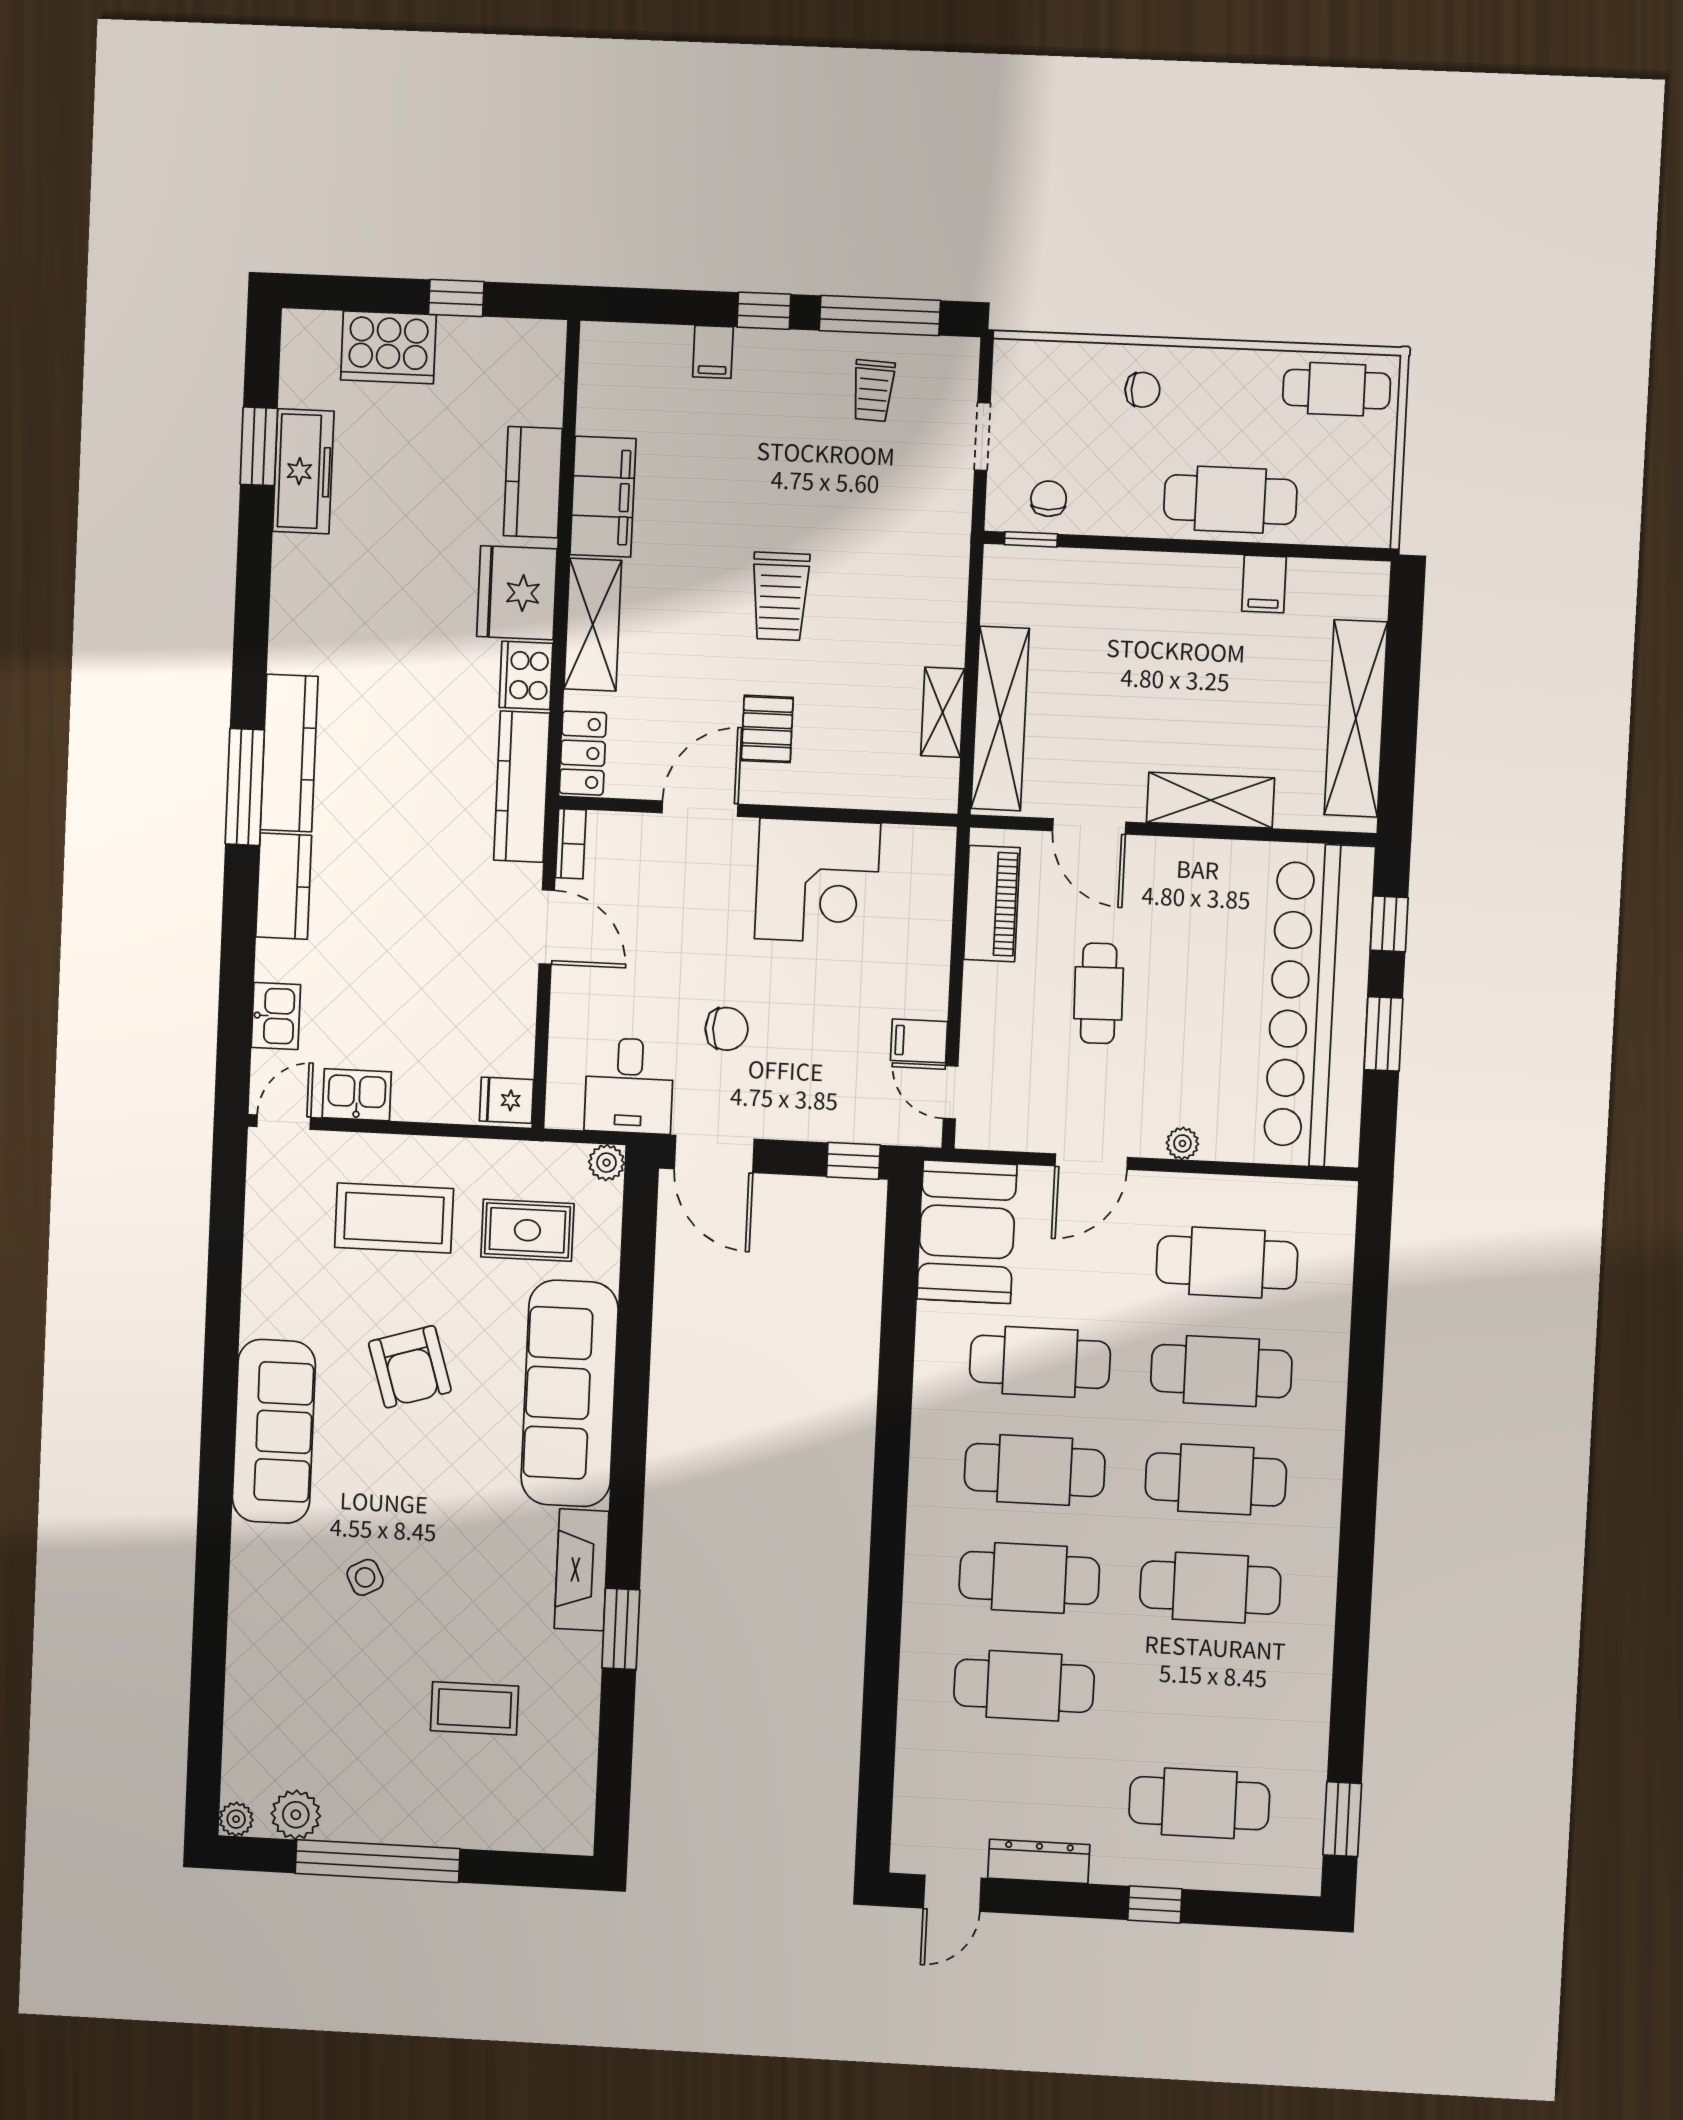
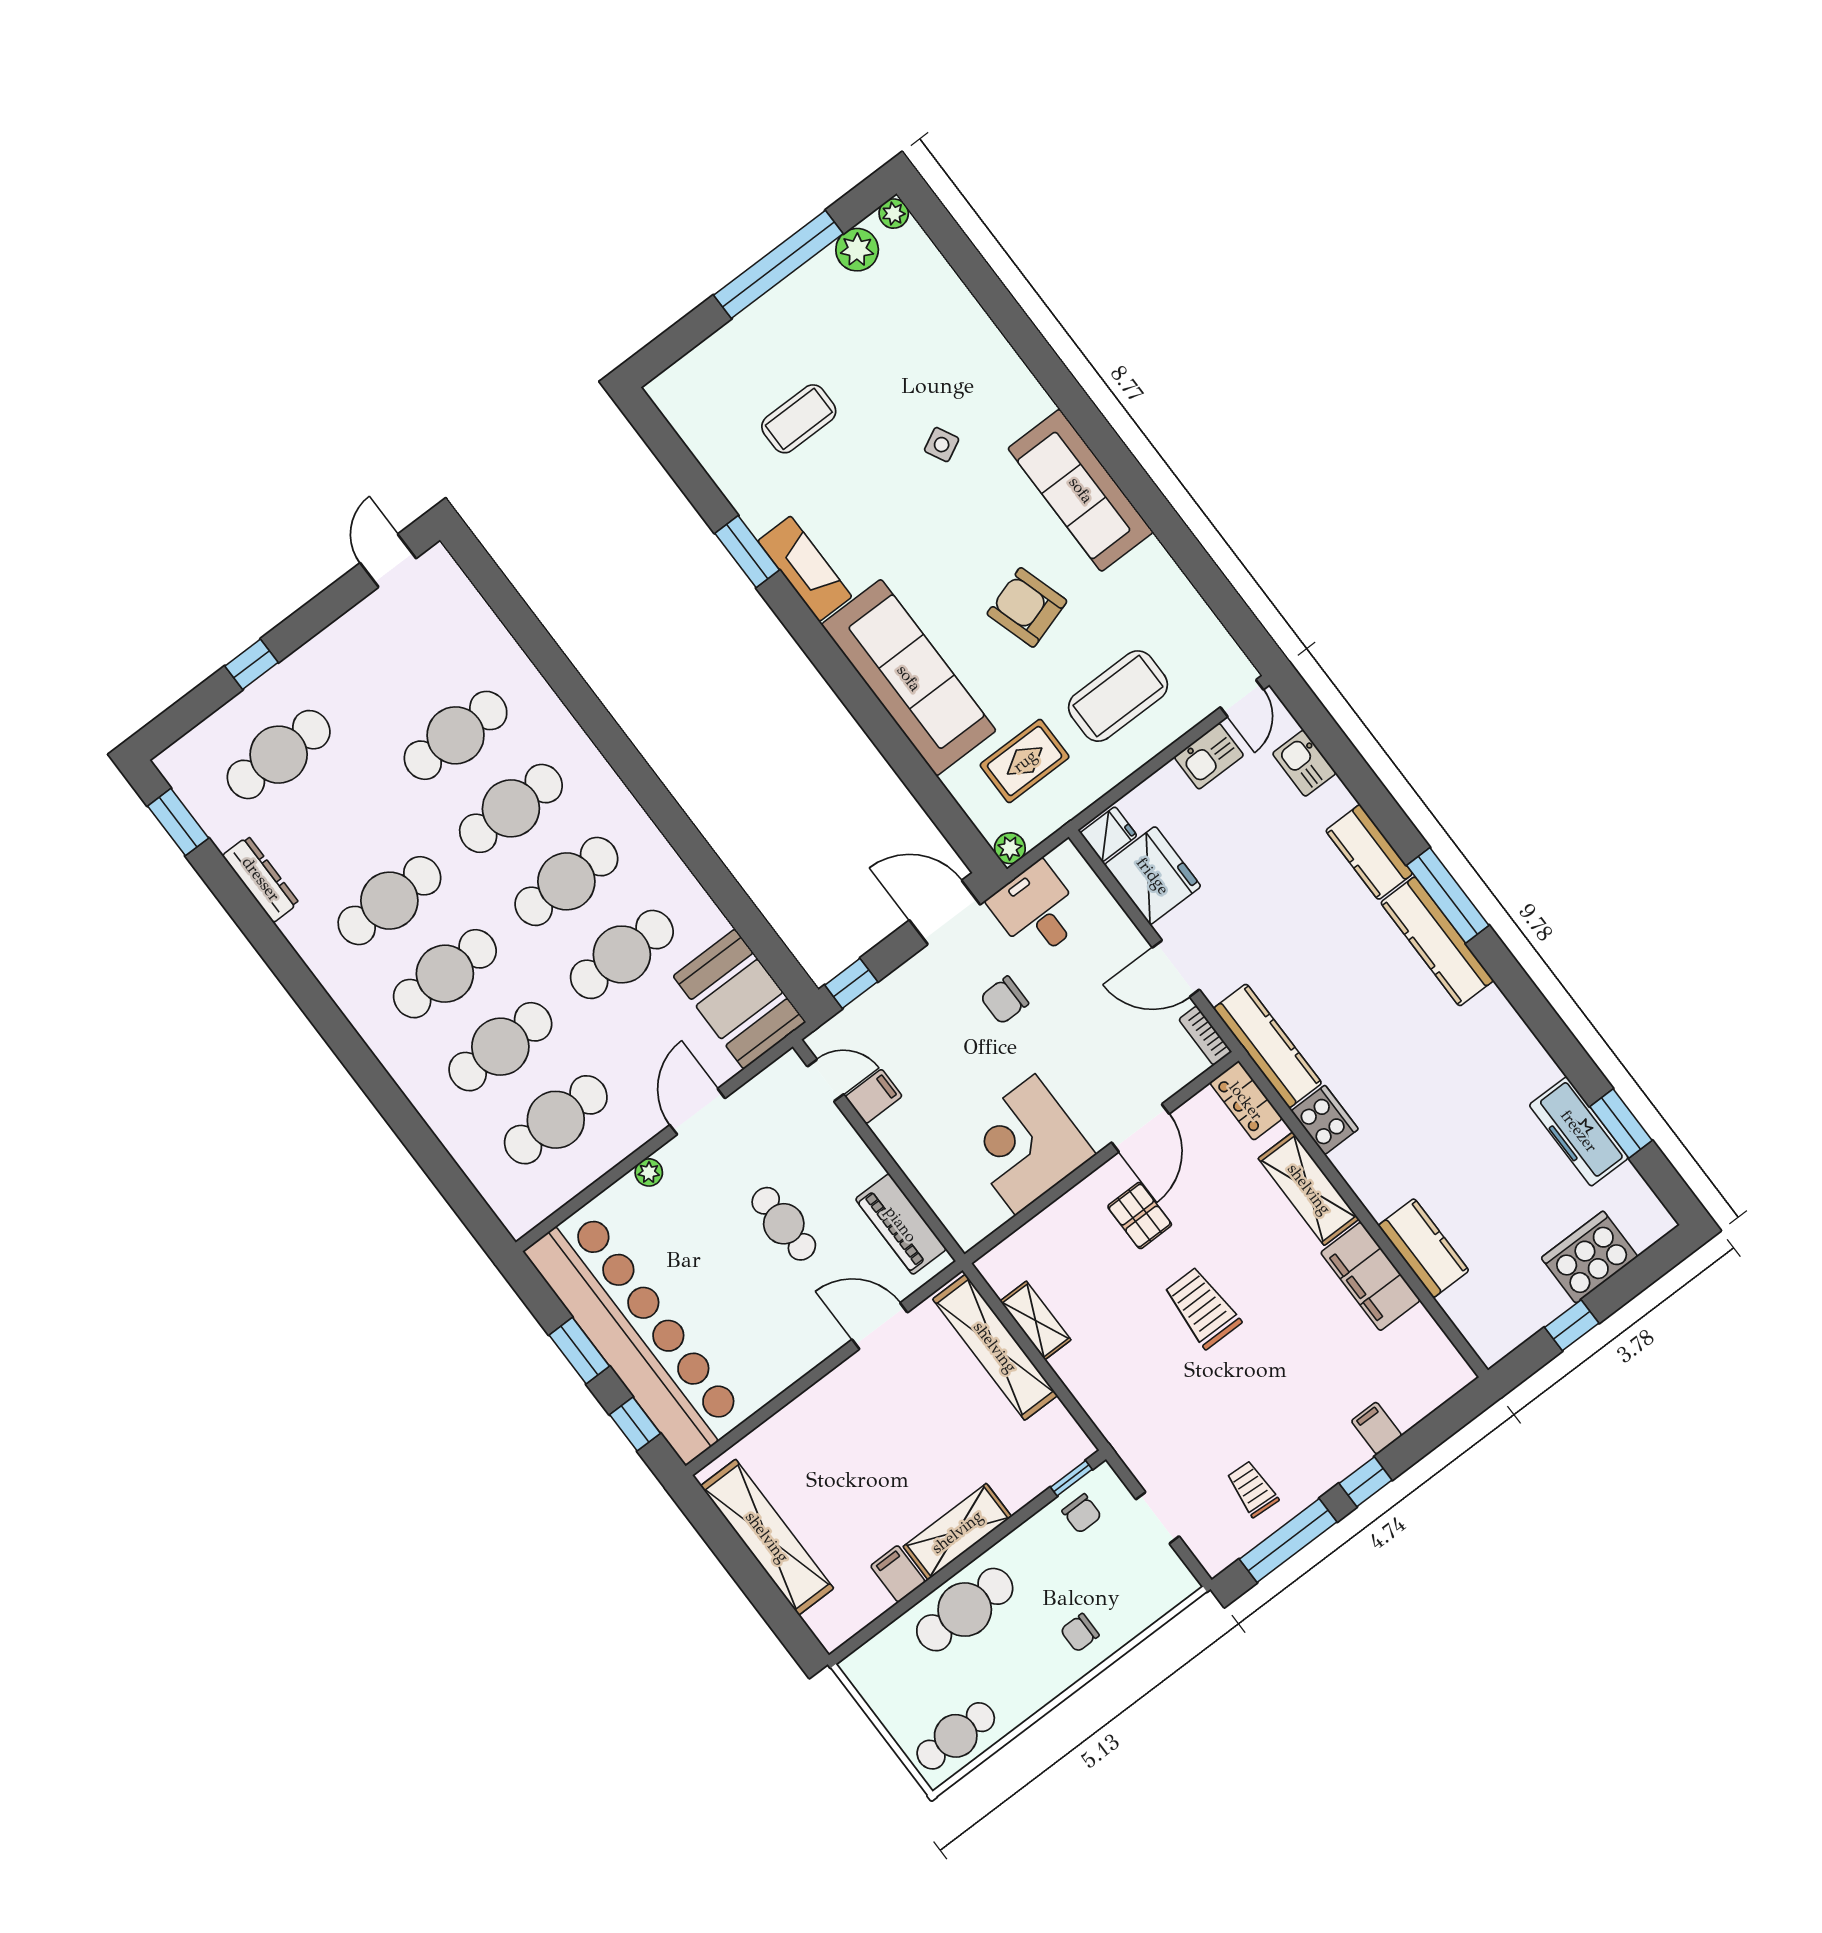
fridge: (517, 593) -> (1153, 876), moved
shelving: (1210, 800) -> (957, 1532), moved
dresser: (1039, 1861) -> (261, 879), moved, turned -90

